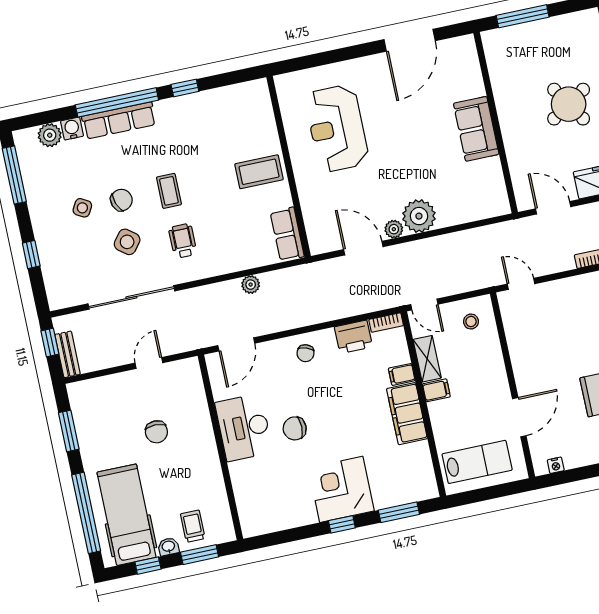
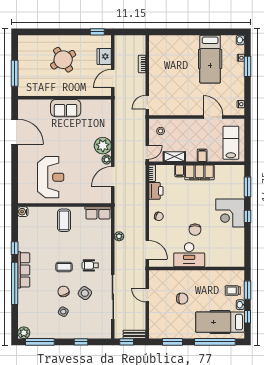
row of seats: (119, 120) -> (24, 270), moved
reception desk: (337, 128) -> (51, 177), turned -90
water cooler: (72, 129) -> (23, 212), moved
plant: (50, 135) -> (24, 333), moved
filing cabinet: (436, 390) -> (202, 155), moved

